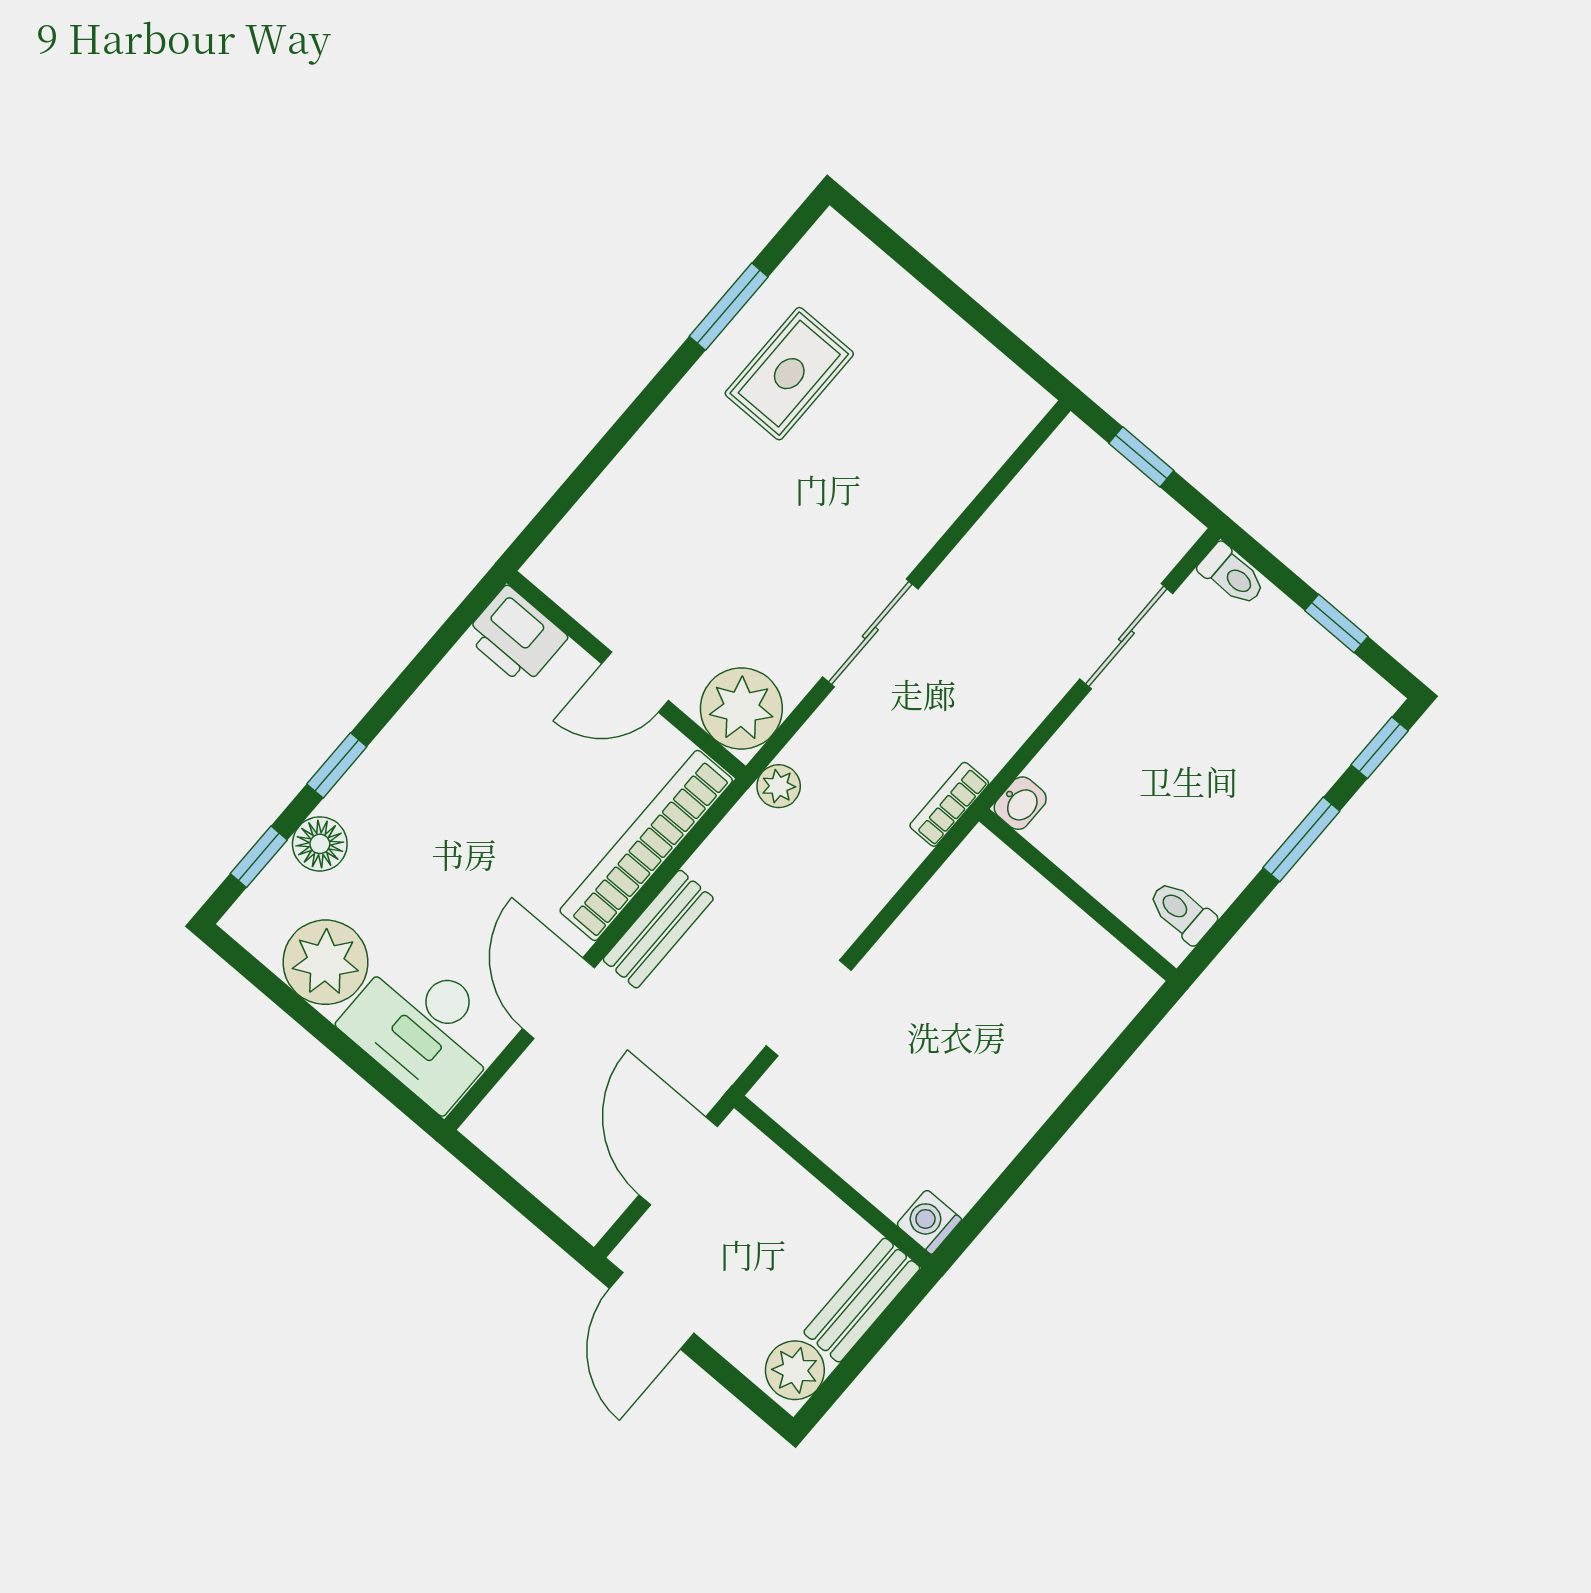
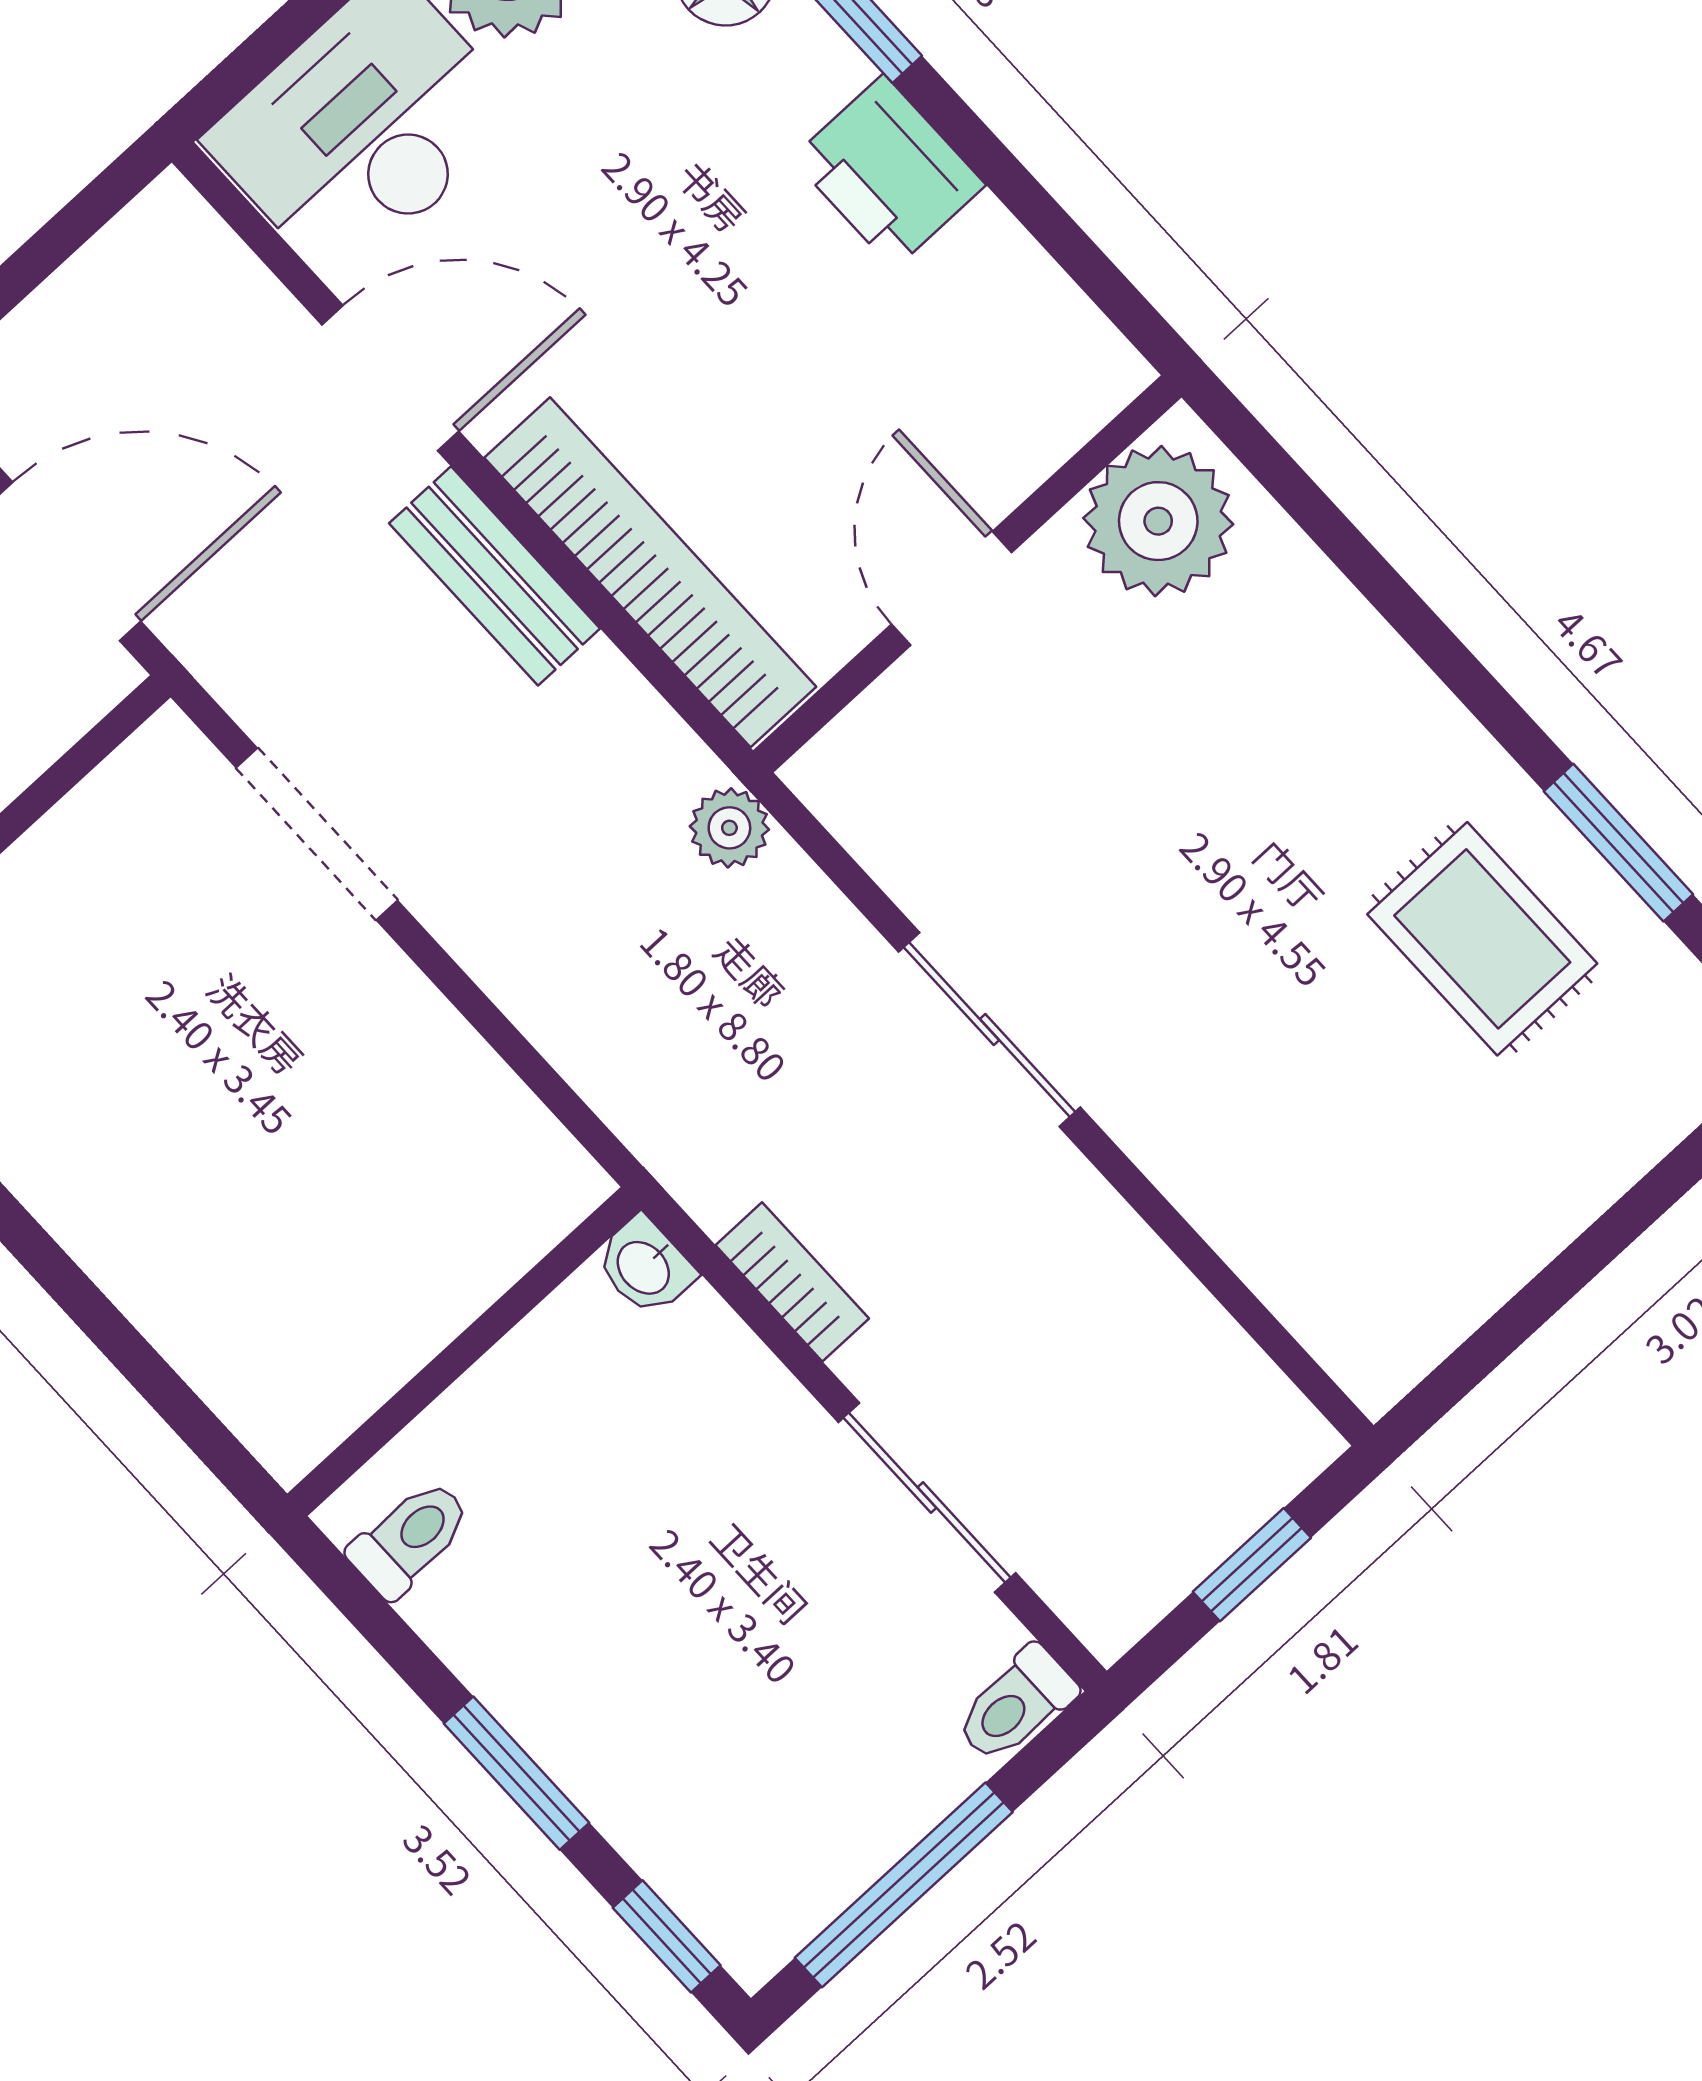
window: (1336, 623) -> (904, 1885), width x2.17
printer: (516, 636) -> (889, 172), moved, turned -90
plant: (741, 708) -> (1158, 521), moved
bookcase: (949, 804) -> (792, 1282), moved

